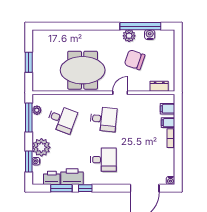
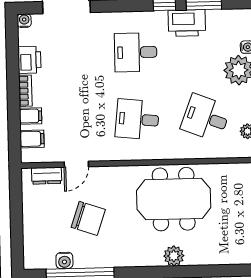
plant: (129, 36) -> (174, 256), moved
door: (120, 93) -> (76, 164), moved
printer: (52, 178) -> (29, 60), moved, turned -90

